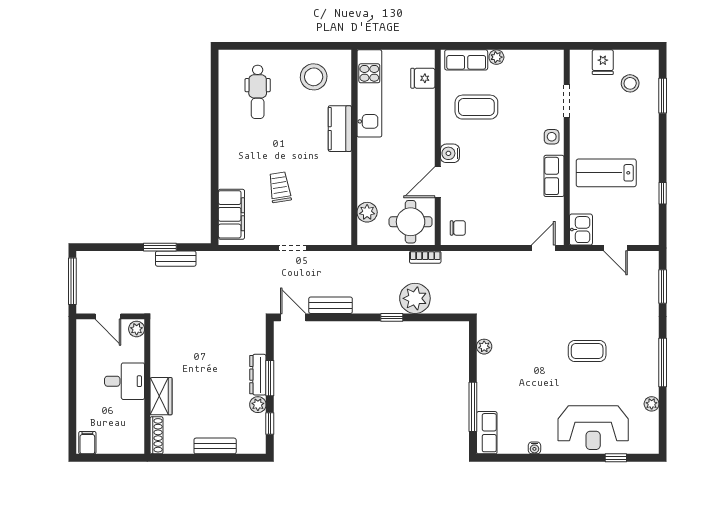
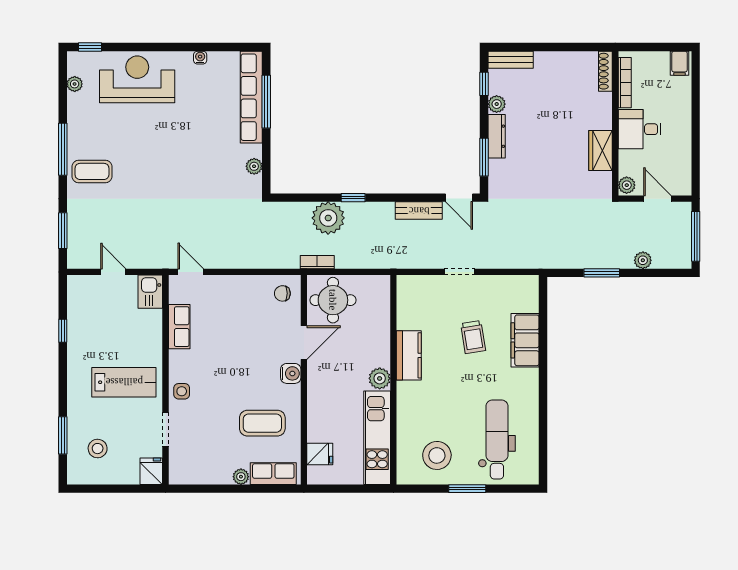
window: (285, 46) -> (467, 489), added
fridge: (603, 62) -> (151, 471), moved
dental chair: (258, 92) -> (497, 439), width x1.36, depth x1.38
kitchen counter: (340, 129) -> (409, 355), moved
lab bench: (606, 173) -> (124, 382), moved
row of seats: (554, 176) -> (179, 327), moved
plant: (367, 212) -> (380, 378), moved
filing cabinet: (231, 214) -> (525, 340), moved
door: (543, 248) -> (191, 272), swing flipped
plant: (122, 259) -> (643, 260), added
bench: (176, 259) -> (585, 261), removed
coffee table: (587, 351) -> (92, 171), moved
window: (270, 378) -> (484, 157), moved
wardrobe: (161, 396) -> (600, 150), moved
plant: (652, 404) -> (75, 84), moved
bookcase: (138, 425) -> (625, 83), added
row of seats: (487, 433) -> (251, 97), width x2.02
bench: (215, 446) -> (511, 60), moved
window: (616, 458) -> (90, 47), moved

